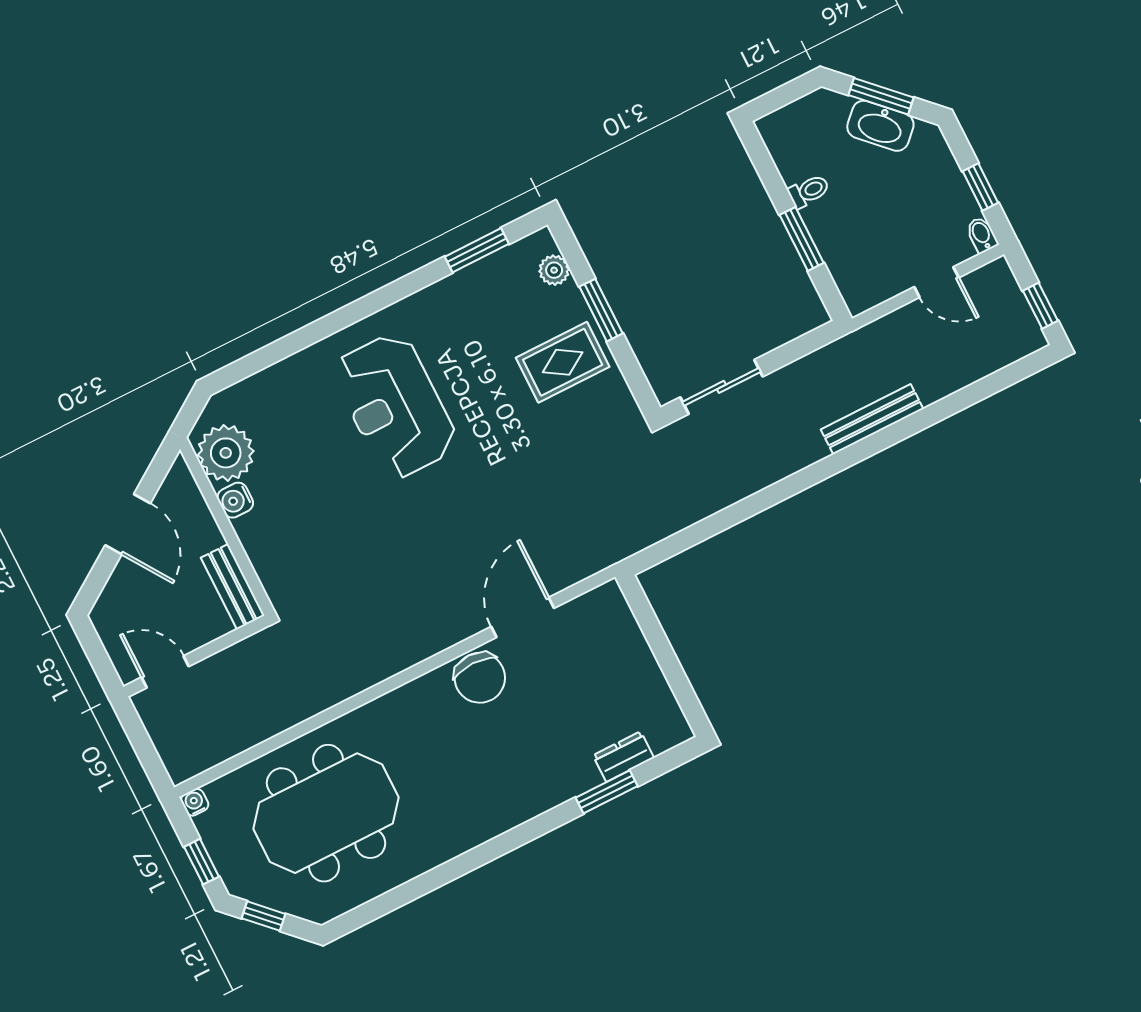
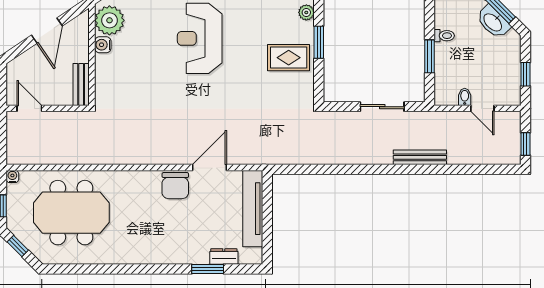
bidet: (982, 235) -> (465, 97), moved
sliding door: (721, 387) -> (382, 107), moved
tv unit: (632, 650) -> (253, 209), added

